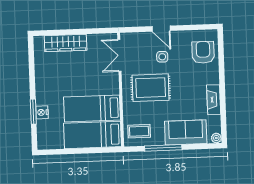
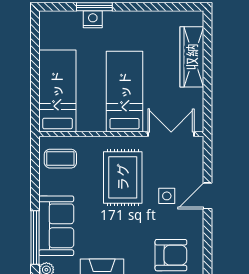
bed: (92, 108) -> (125, 92), moved
coffee table: (139, 131) -> (60, 159), turned 90
window: (163, 148) -> (35, 238), moved

